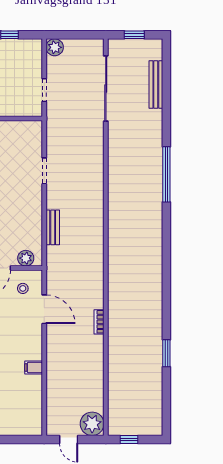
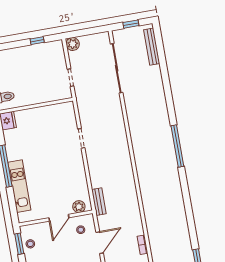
bench: (156, 84) -> (152, 47), moved
window: (166, 174) -> (177, 146), moved
bench: (53, 227) -> (99, 202), moved
door: (44, 309) -> (100, 243), hinge flipped

